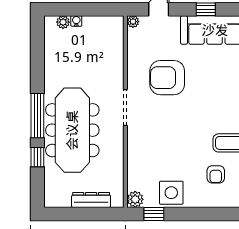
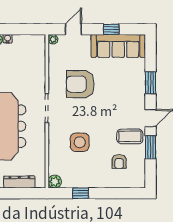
side table: (171, 193) -> (80, 142), moved
window: (154, 214) -> (81, 193), moved

